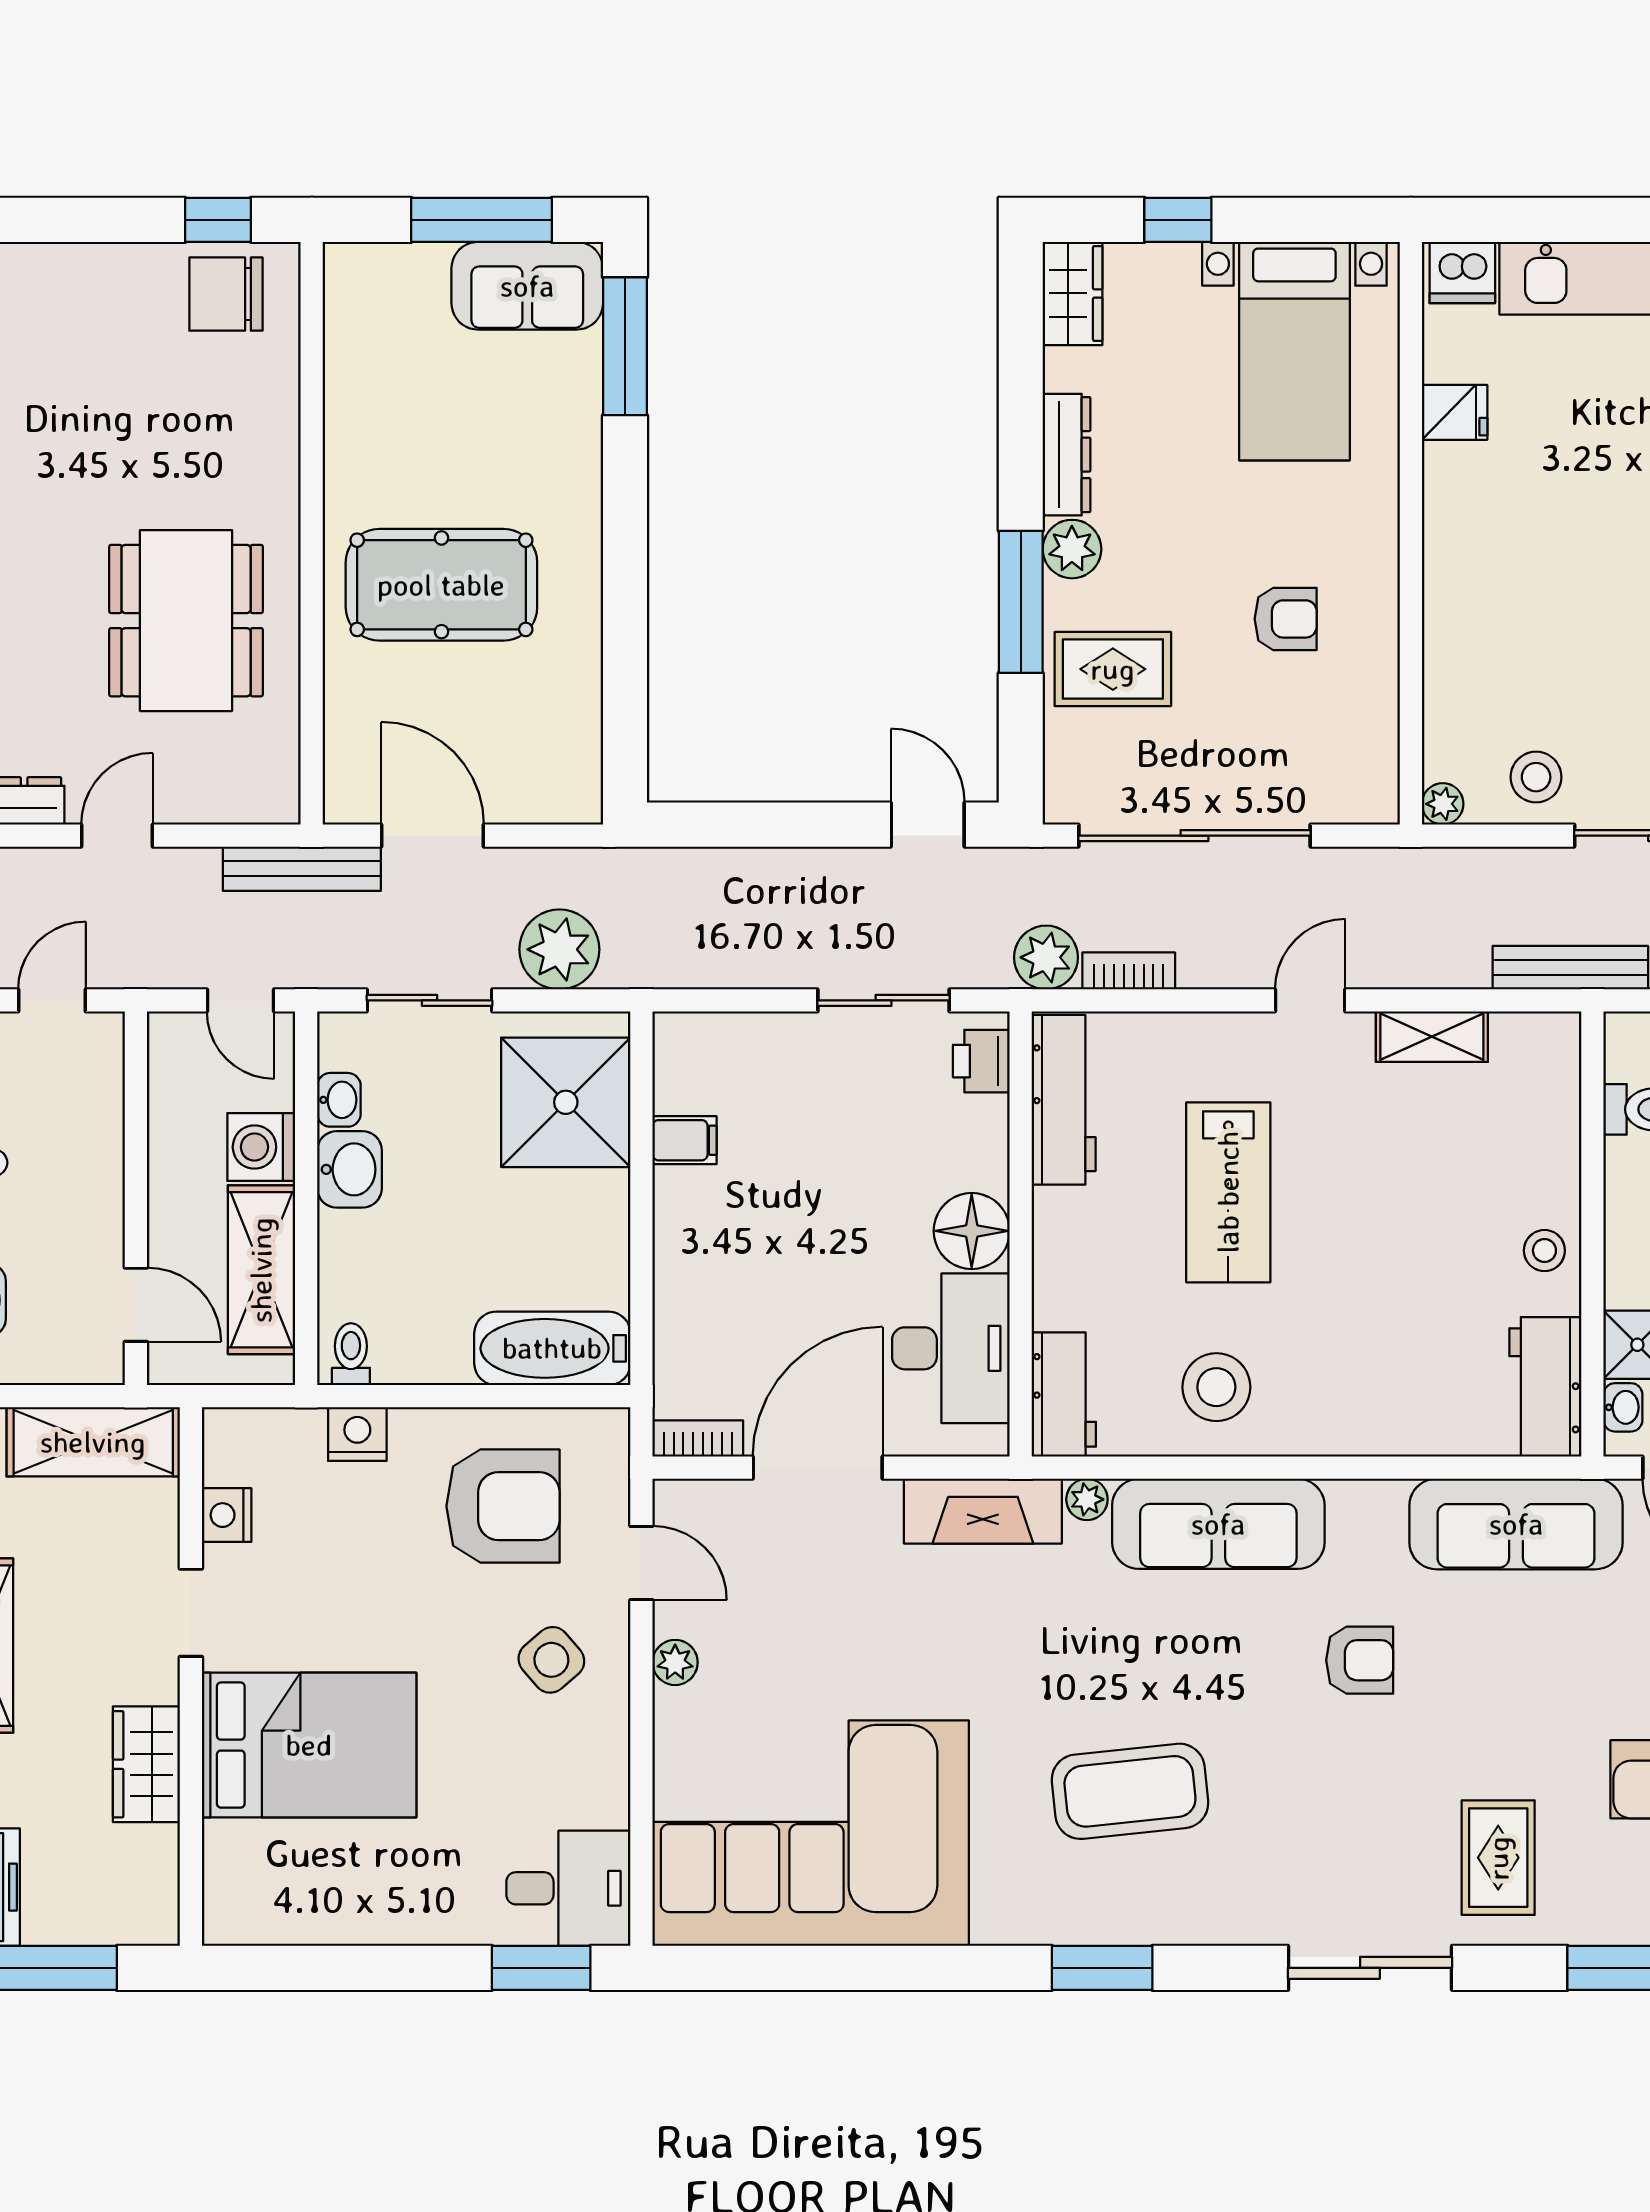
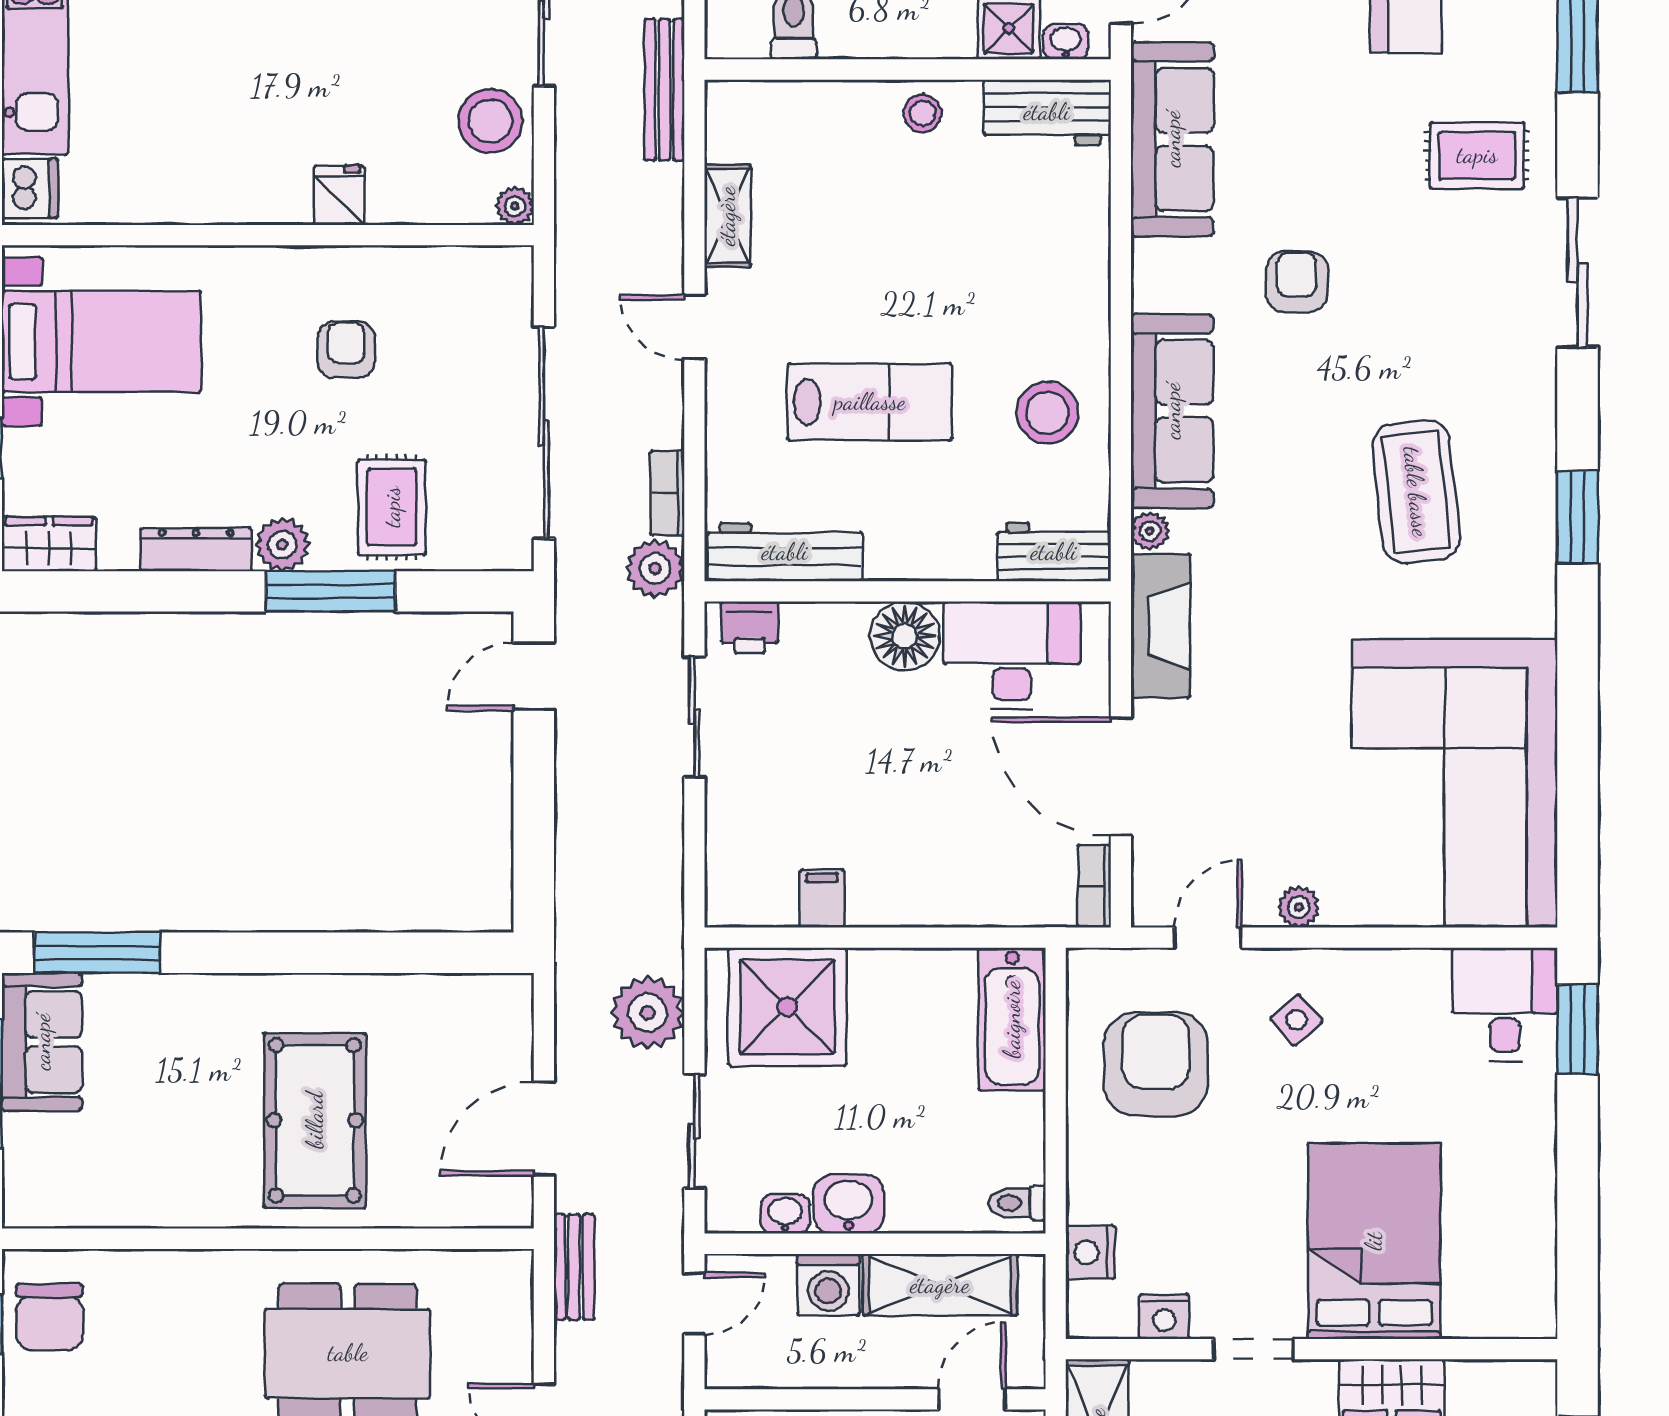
fridge: (1455, 412) -> (339, 195), moved
stool: (1536, 777) -> (490, 121), width x1.38, depth x1.38
bench: (302, 869) -> (574, 1267), width x0.73
nightstand: (357, 1434) -> (1090, 1252), moved
side table: (551, 1660) -> (1296, 1020), width x0.73, depth x0.73

